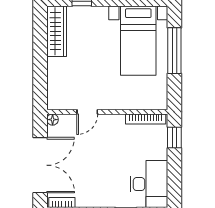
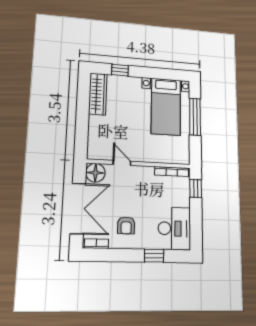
door: (87, 112) -> (122, 163), swing flipped
floor lamp: (53, 120) -> (95, 173), width x1.89, depth x1.89
armchair: (94, 182) -> (126, 225), added

